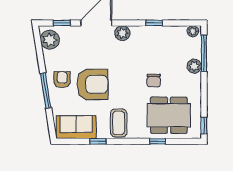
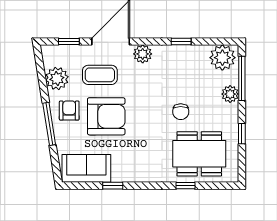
plant: (193, 31) -> (222, 58), width x1.88, depth x1.88
plant: (50, 40) -> (57, 78), moved
coffee table: (119, 123) -> (100, 75), moved, turned 90
window: (204, 126) -> (242, 134), moved

